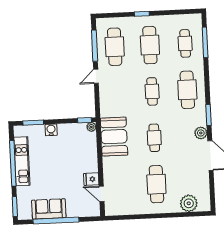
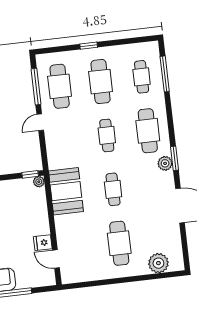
plant: (201, 133) -> (165, 163), moved

